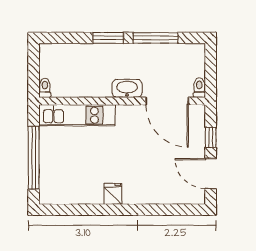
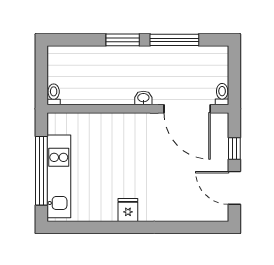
washbasin: (127, 88) -> (143, 98), width x0.52, depth x0.69
kitchen unit: (77, 115) -> (59, 176), moved, turned -90

